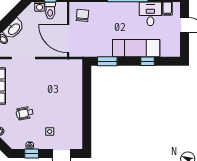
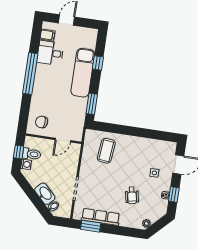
door: (68, 39) -> (63, 140), width x0.53
coffee table: (64, 82) -> (106, 151), added

